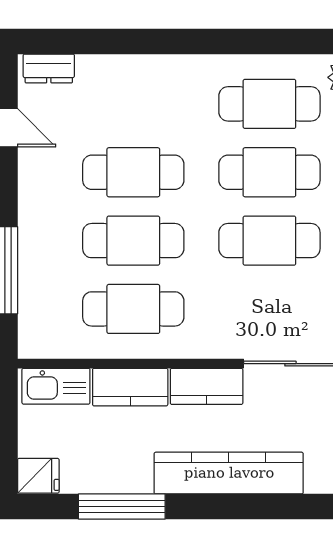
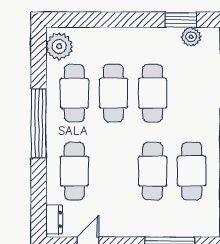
window: (217, 41) -> (39, 123), added
cafe table: (133, 172) -> (74, 171), moved

